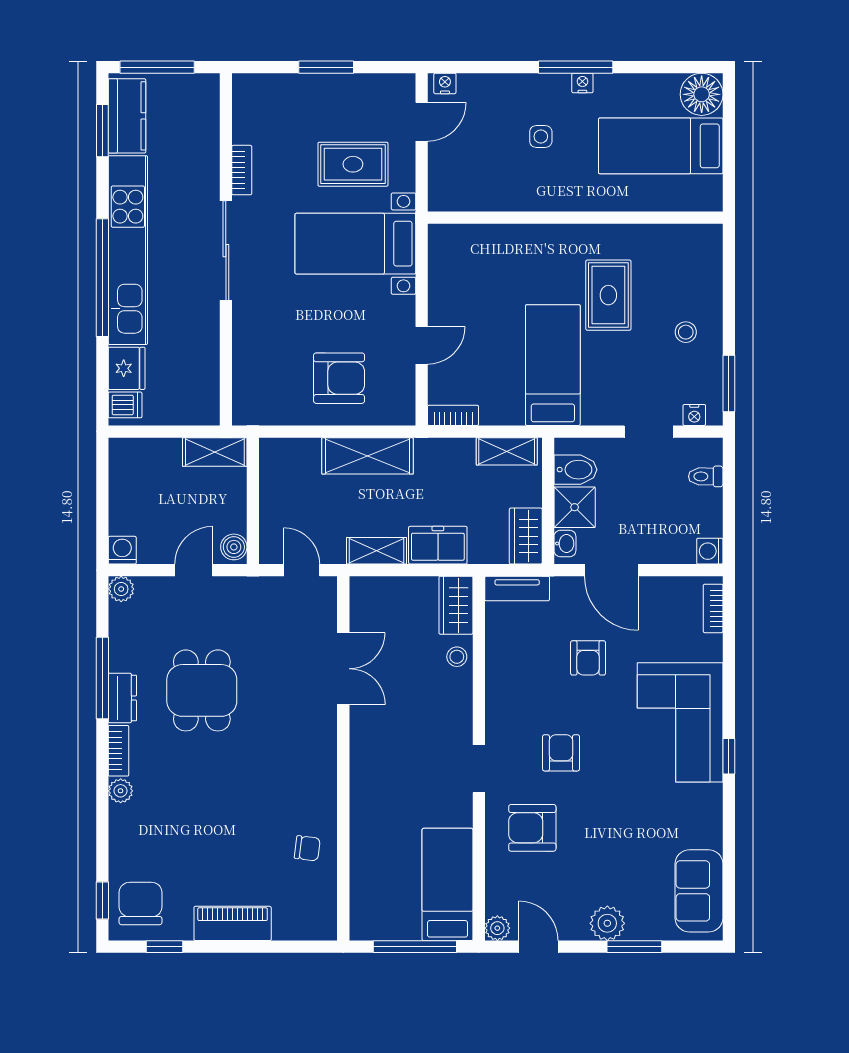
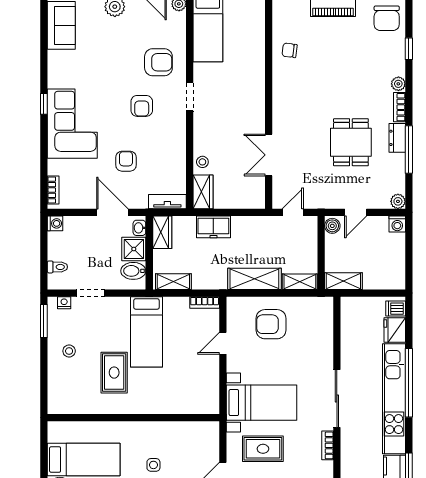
shelving: (377, 551) -> (300, 282), moved
door: (302, 570) -> (293, 212), swing flipped
window: (102, 900) -> (409, 49), moved

